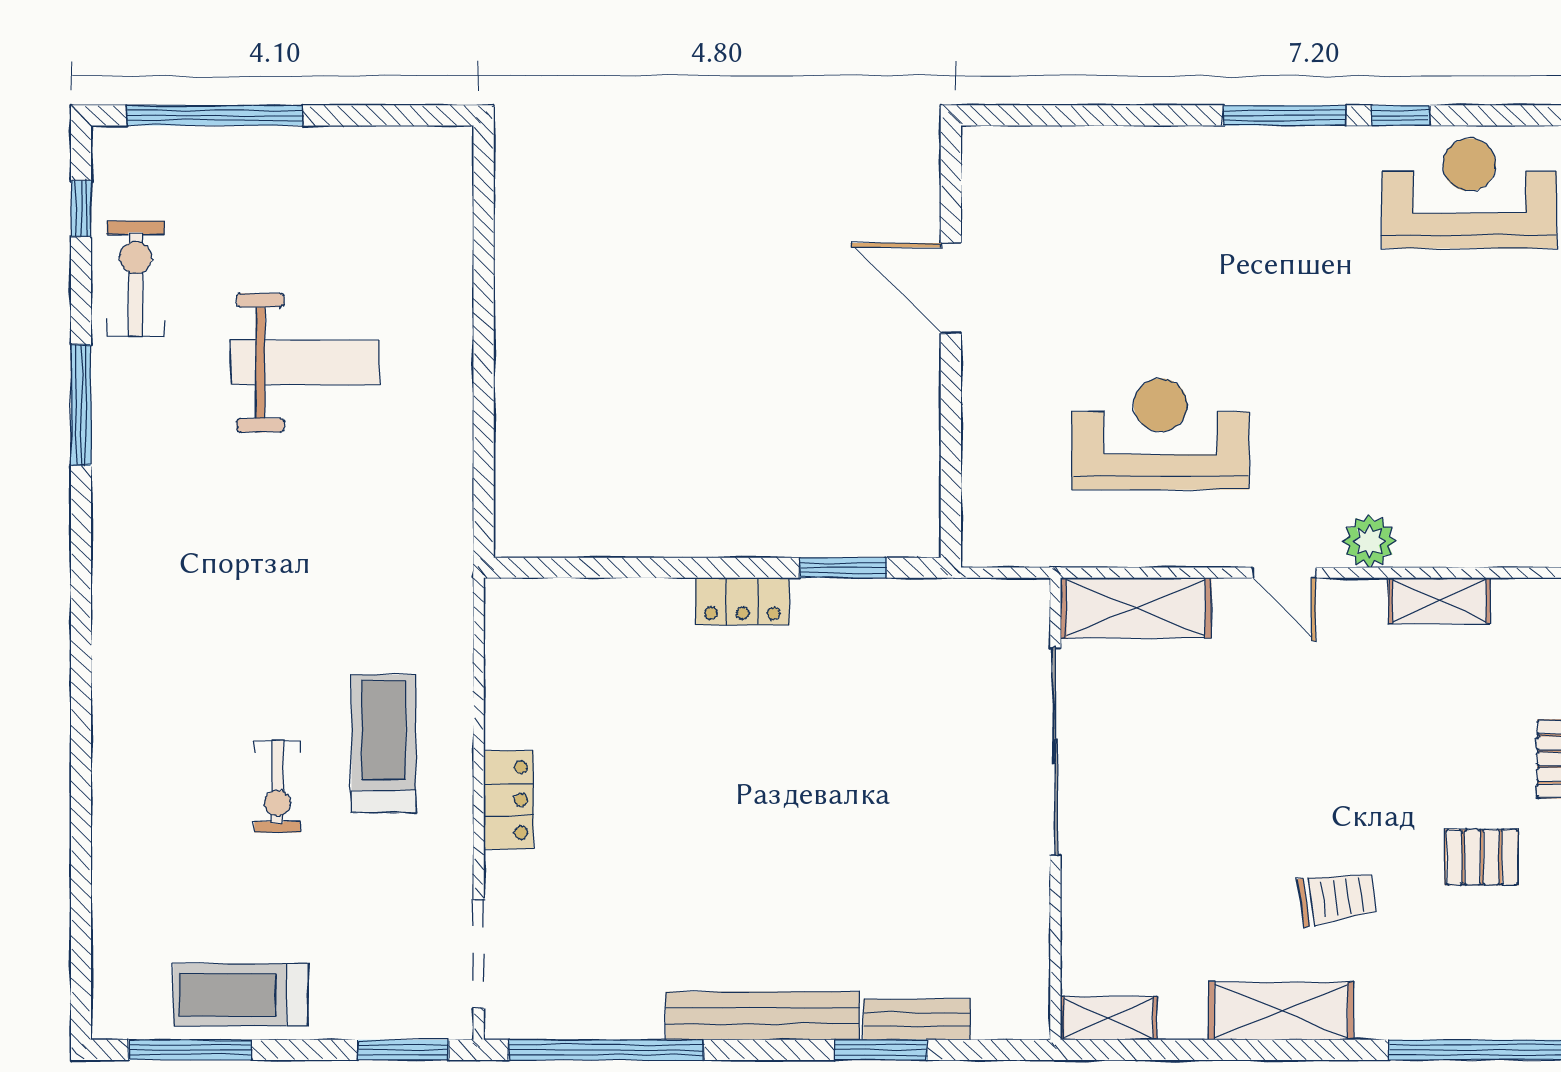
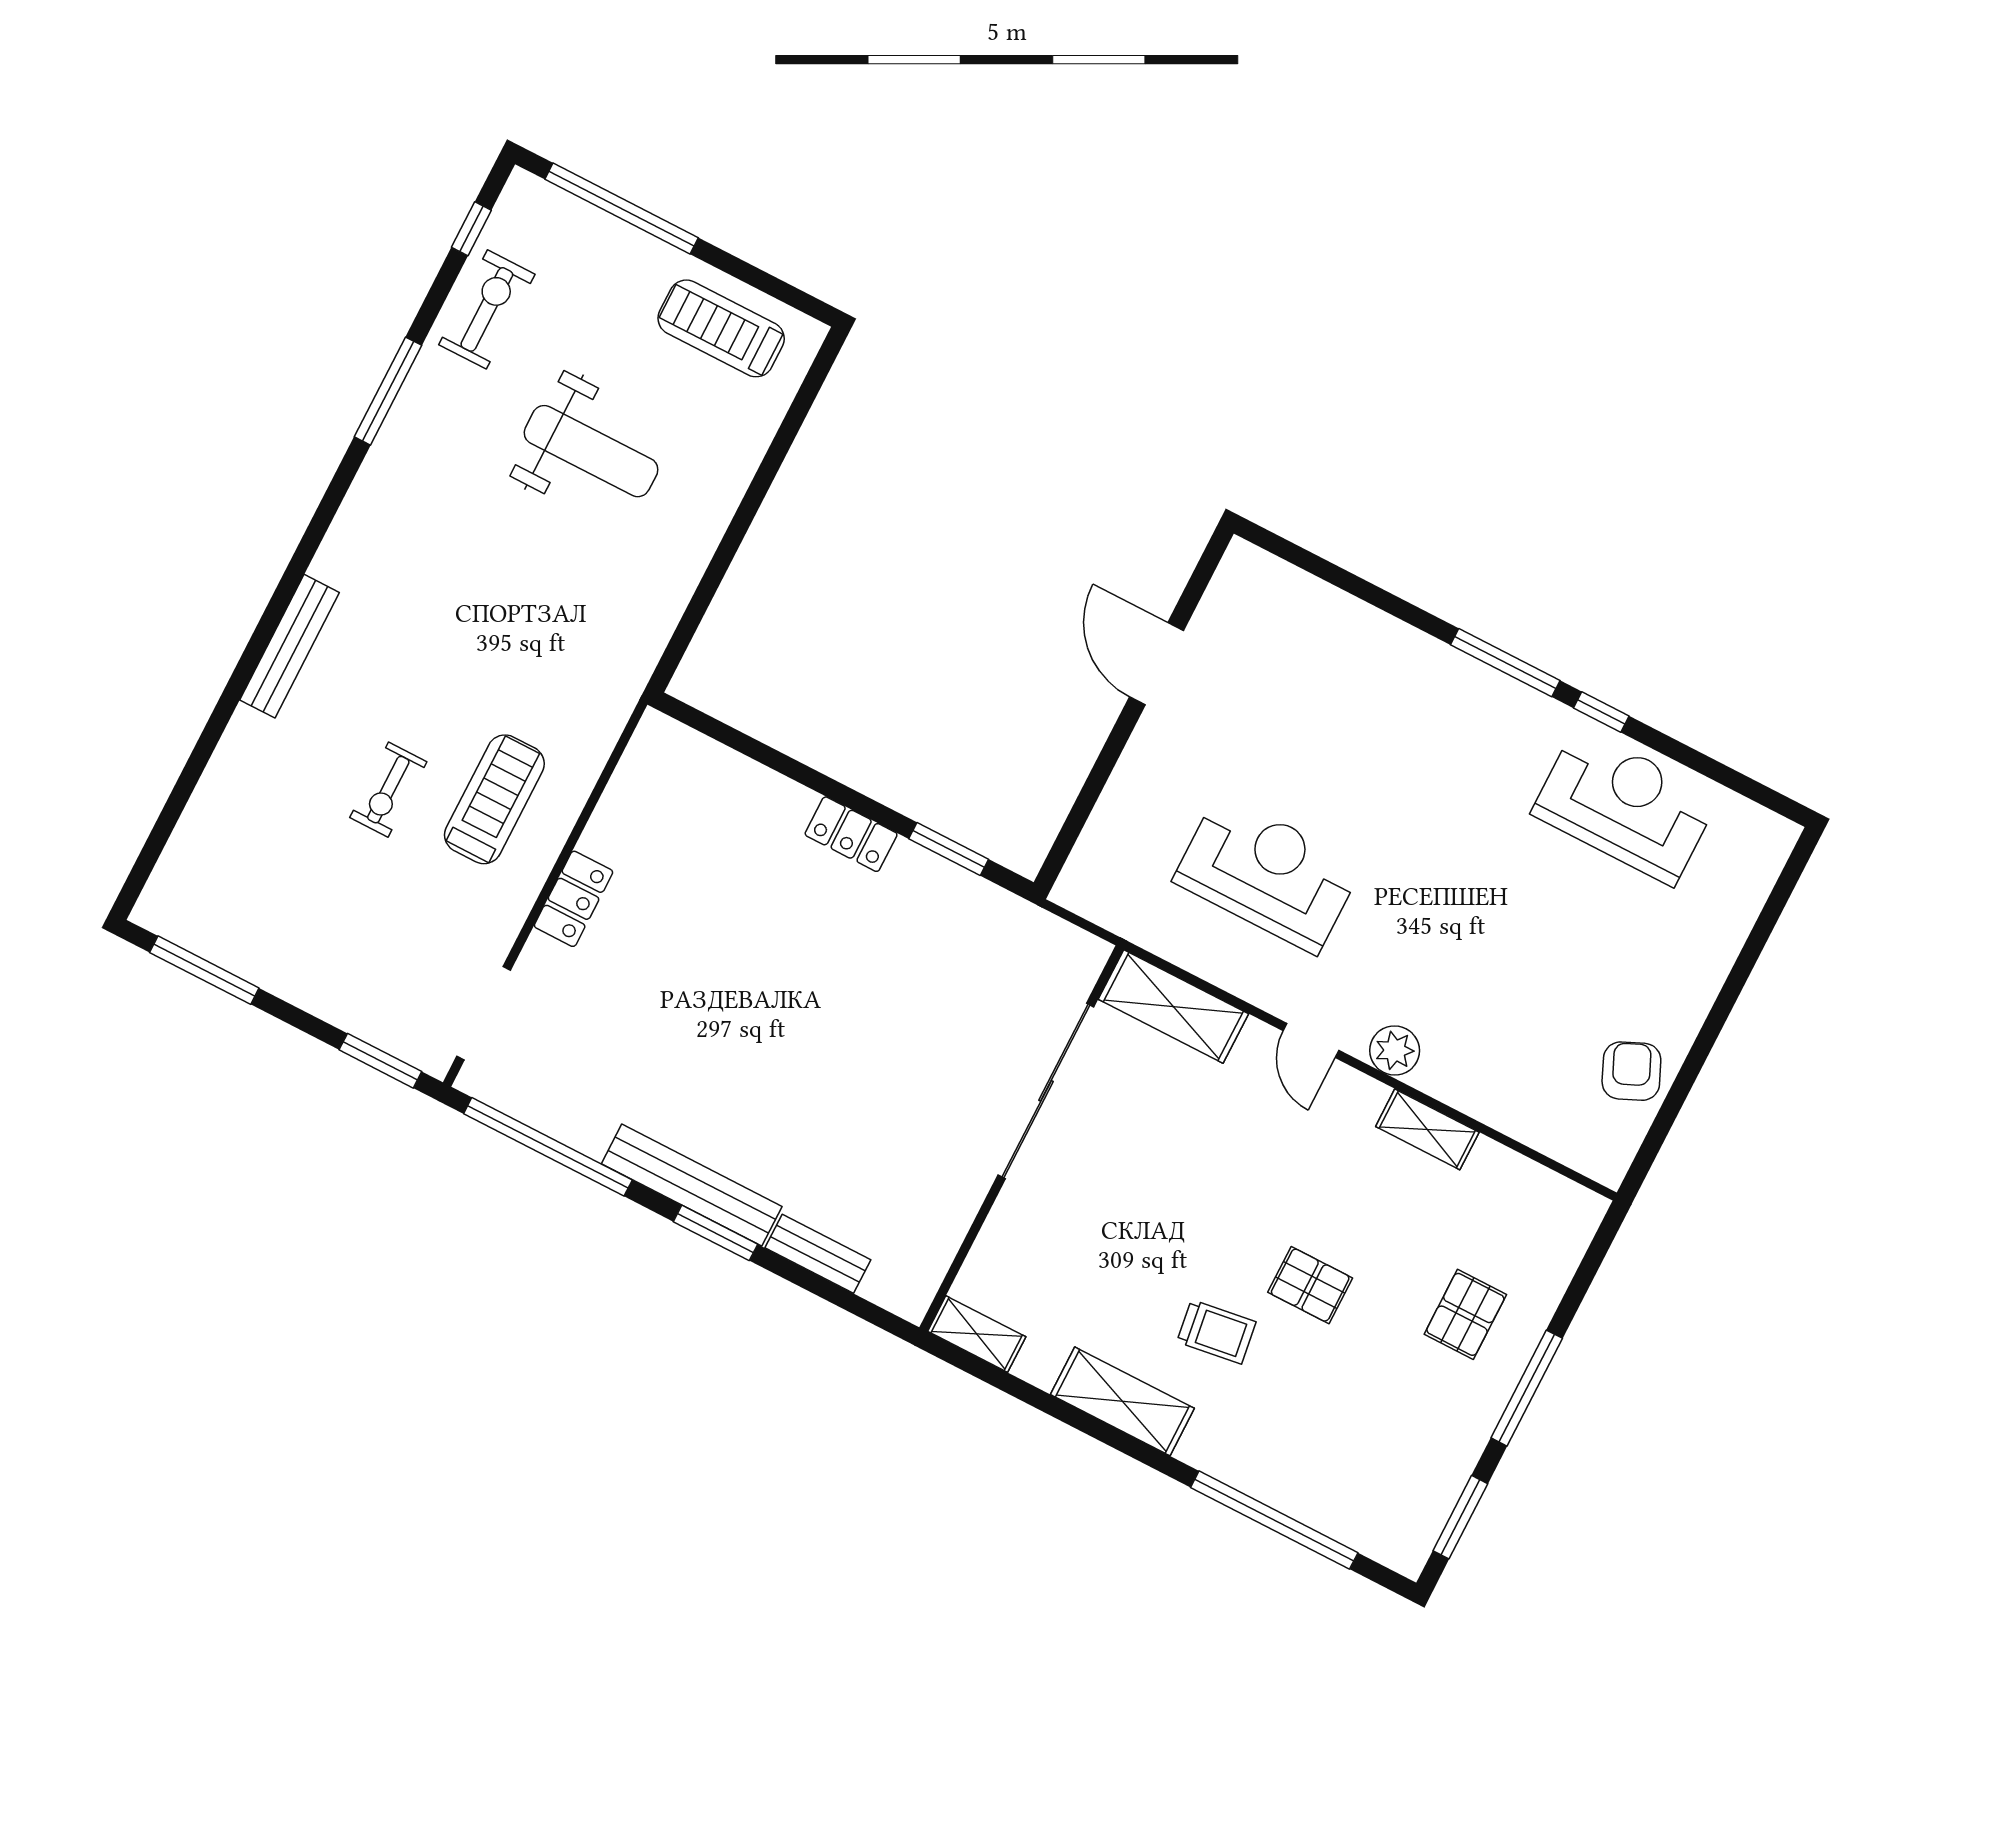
bench: (112, 698) -> (289, 646), added
pallet: (1482, 857) -> (1310, 1285), moved
treadmill: (241, 995) -> (721, 328), moved
window: (881, 1050) -> (715, 1233), moved

